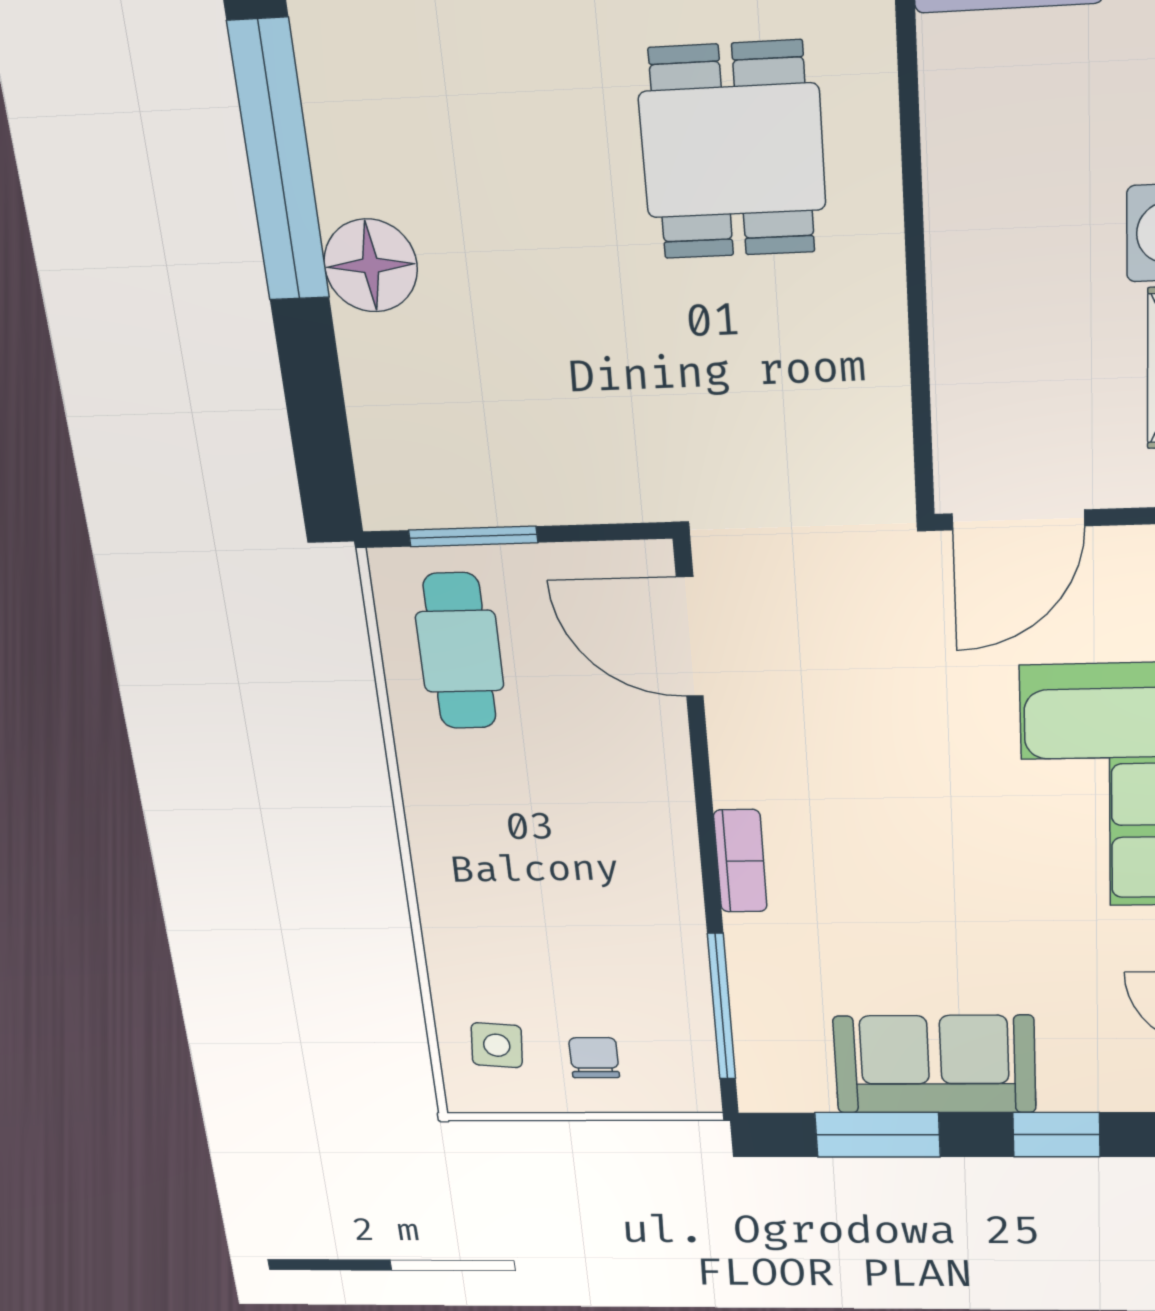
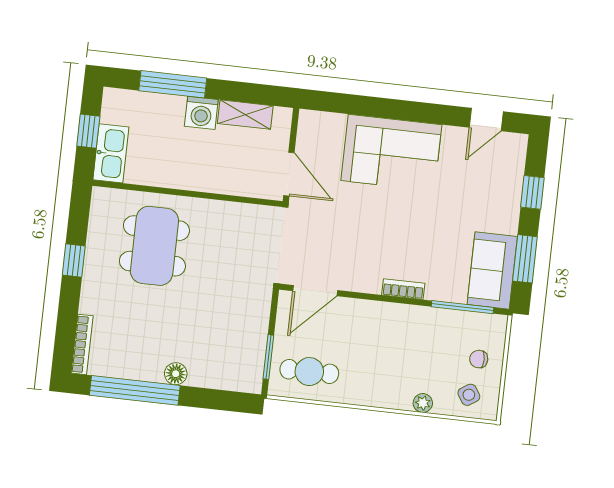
dining table: (732, 151) -> (154, 246), width x1.38
floor lamp: (371, 266) -> (176, 374), width x0.73, depth x0.73
plant: (448, 942) -> (423, 403), added
side table: (497, 1045) -> (469, 395), turned -38
sofa: (935, 1064) -> (492, 271), moved

